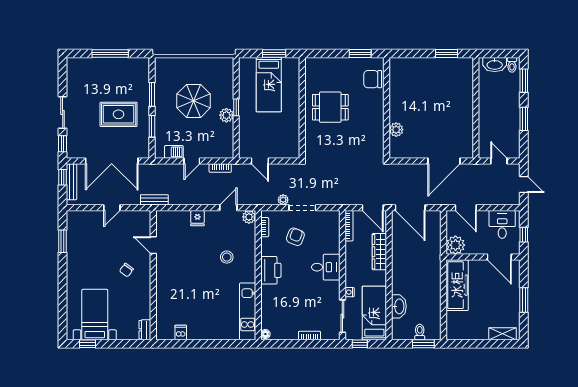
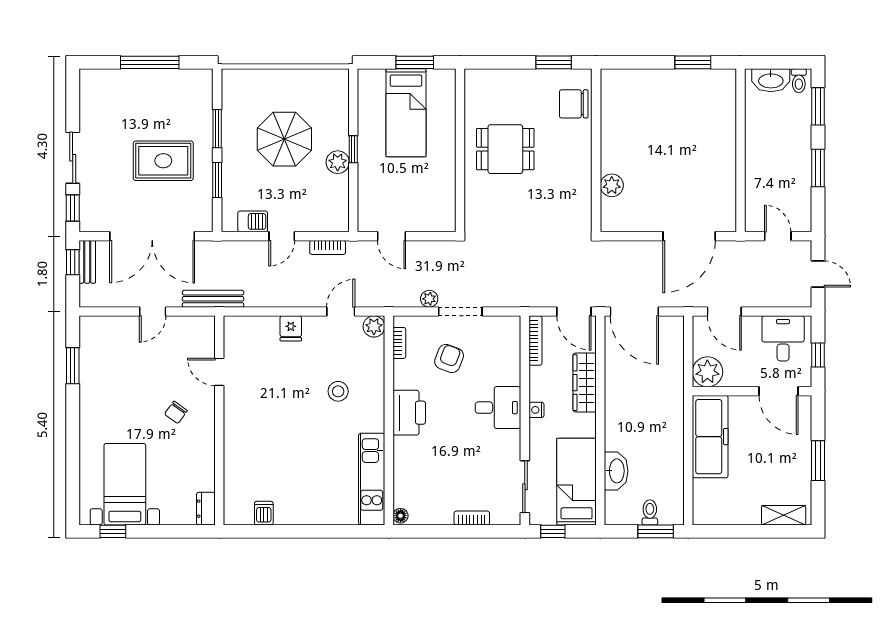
bench: (71, 182) -> (87, 262), width x0.73
bench: (154, 200) -> (213, 299), width x1.36
nightstand: (350, 292) -> (536, 410), moved

